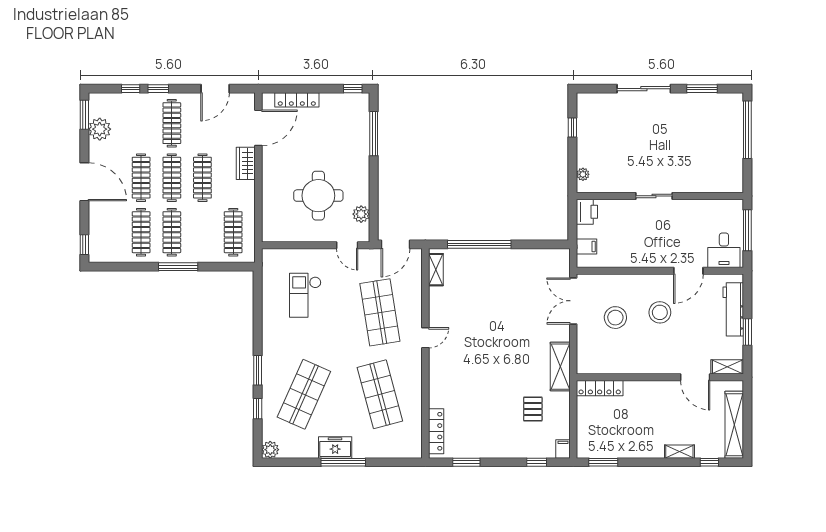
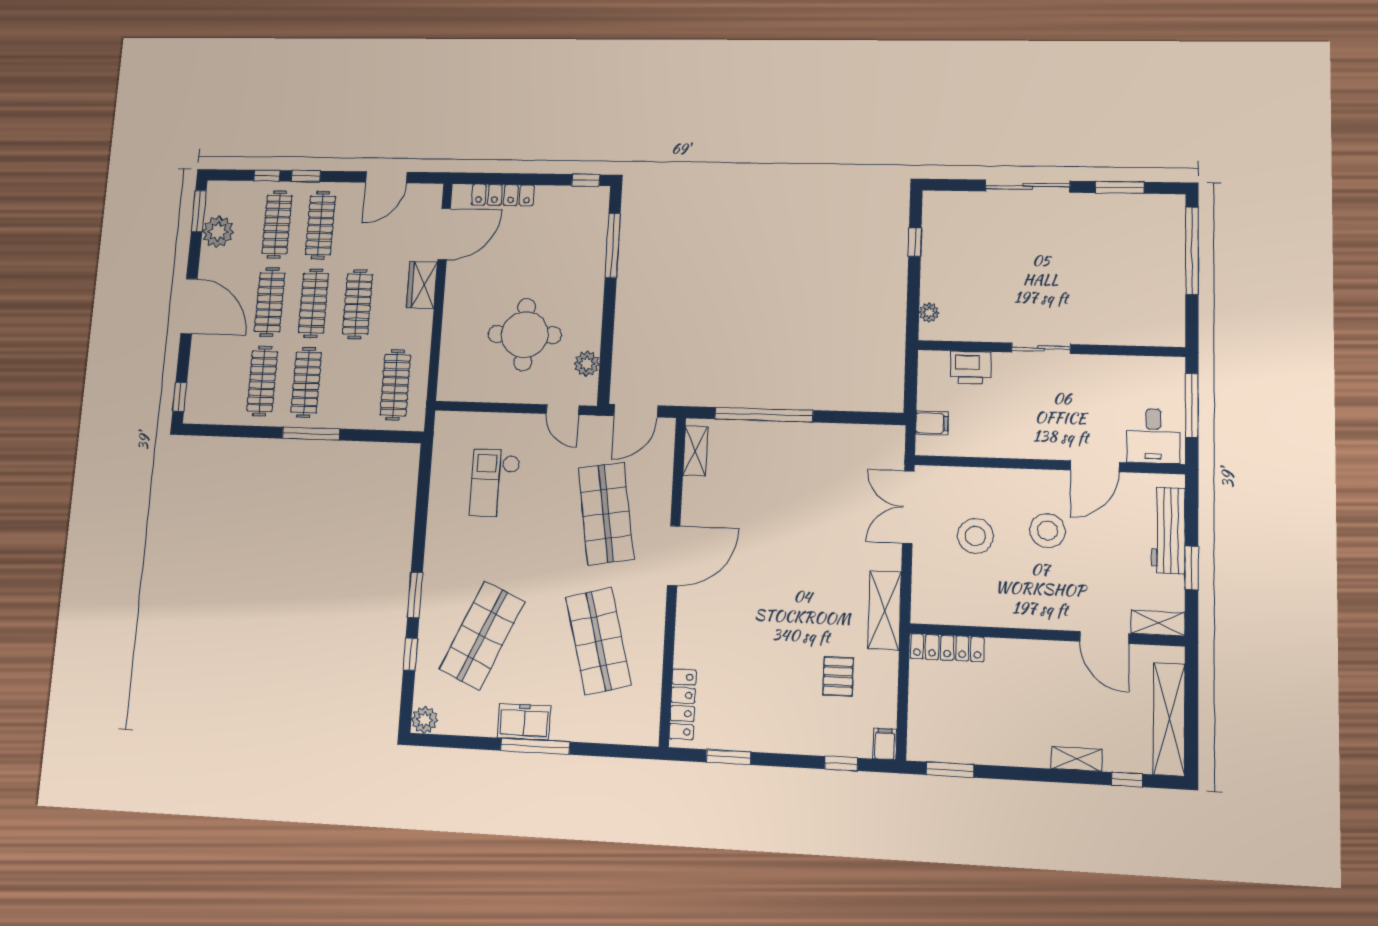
clothes rail: (141, 123) -> (277, 224), added
printer: (587, 212) -> (971, 367), moved, turned 90
door: (425, 338) -> (674, 556), width x1.88

